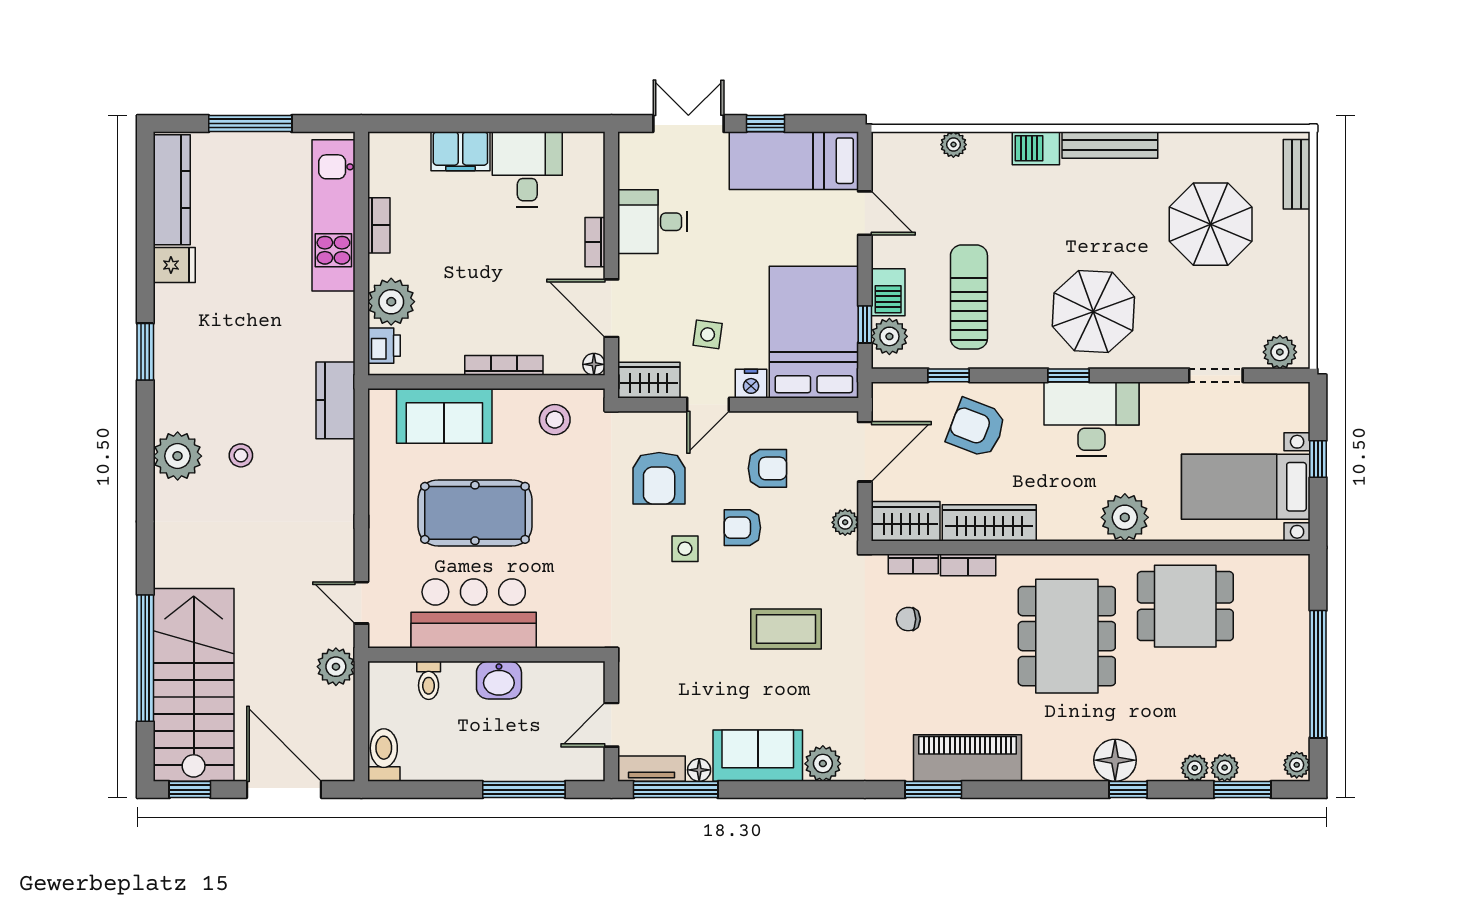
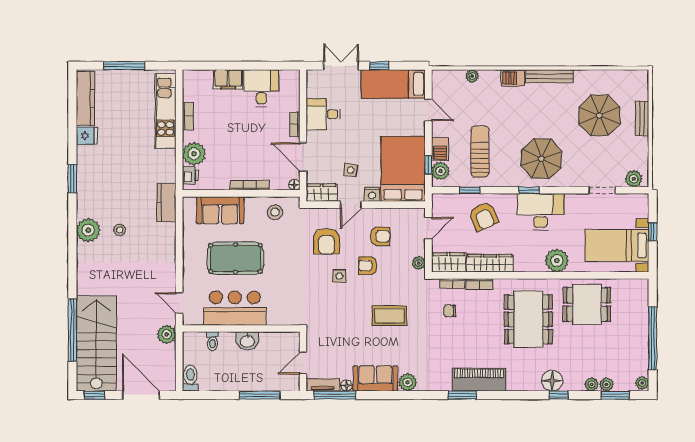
bench: (1297, 174) -> (642, 118), moved
armchair: (976, 428) -> (484, 216), turned -135
door: (865, 452) -> (428, 228), width x0.73

